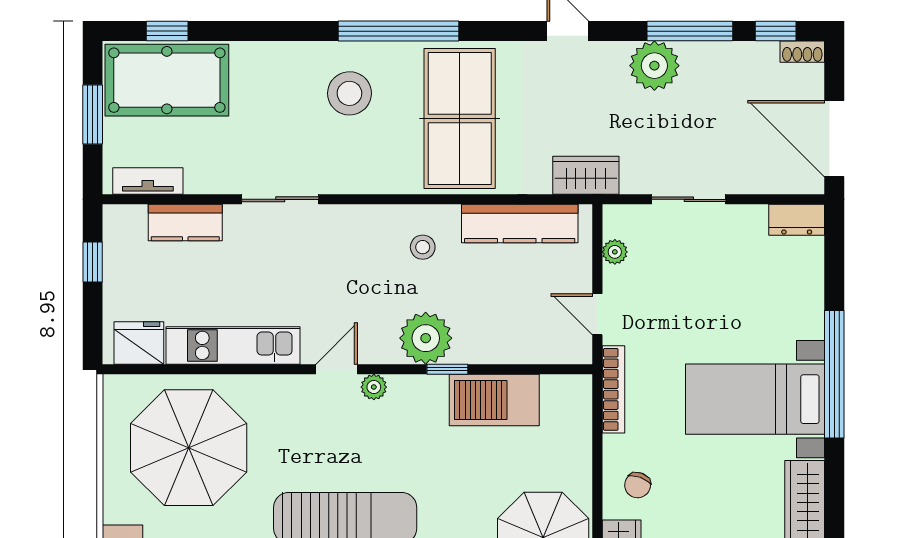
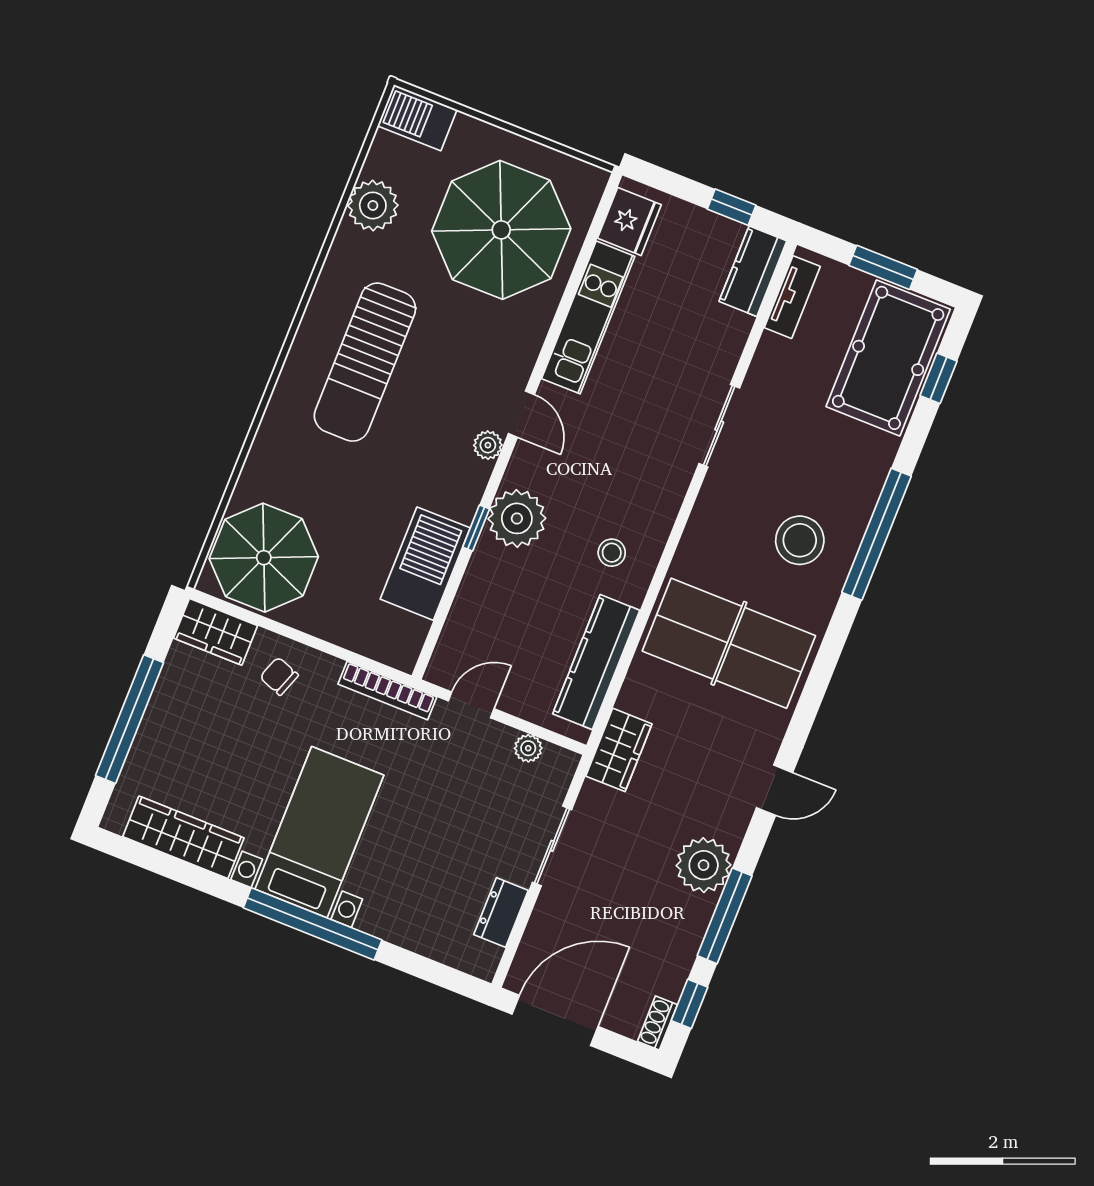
window: (398, 31) -> (876, 534), moved
dresser: (797, 220) -> (501, 913), moved
kitchen counter: (185, 223) -> (753, 271), moved

